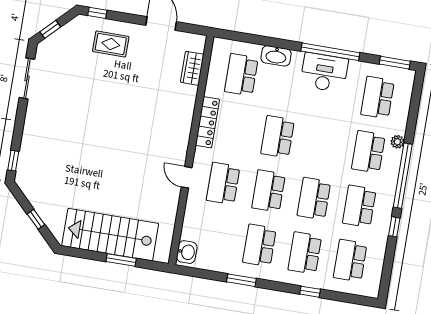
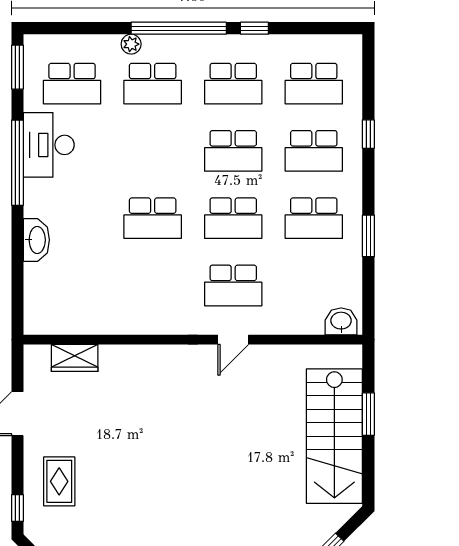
desk: (324, 73) -> (49, 145), moved
school desk: (241, 75) -> (72, 285), removed
locker: (207, 122) -> (149, 323), removed

